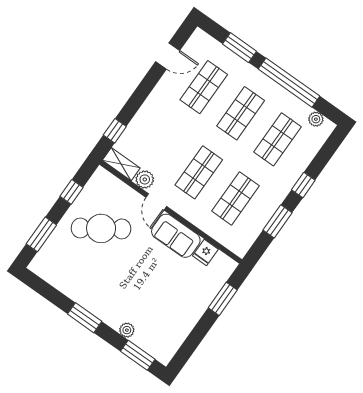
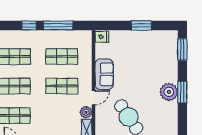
window: (278, 221) -> (58, 25), width x1.44
fridge: (205, 252) -> (102, 37), moved
window: (223, 299) -> (141, 25), moved
plant: (127, 330) -> (169, 92), moved, width x1.87, depth x1.87

